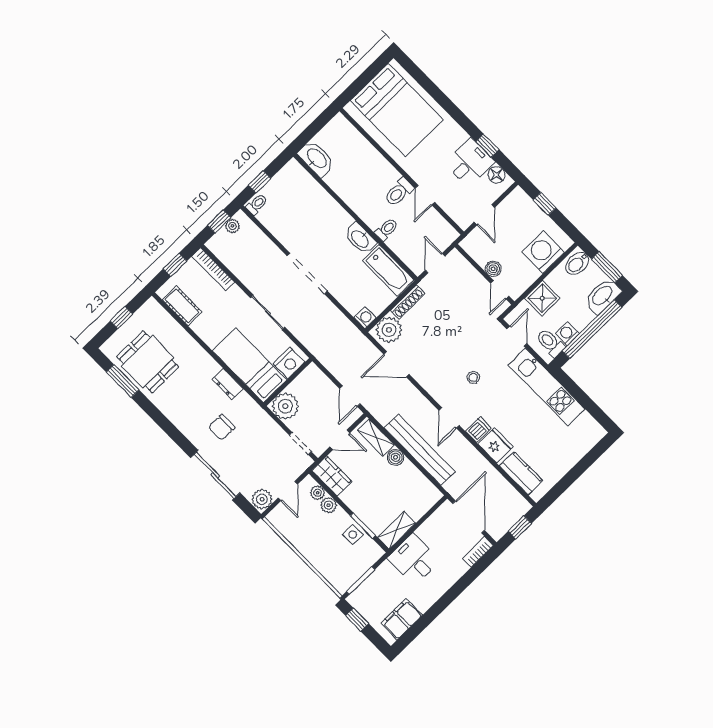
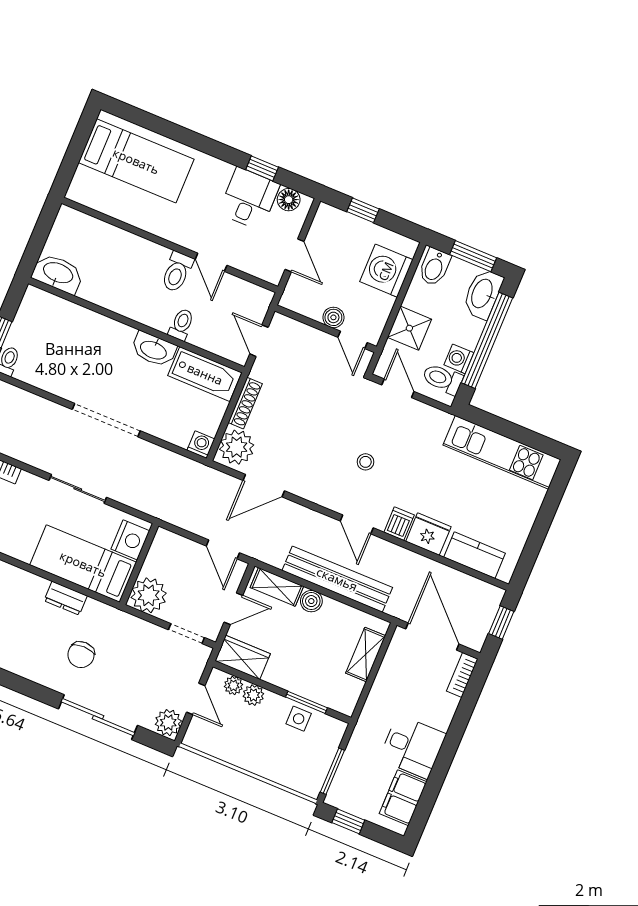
bed: (397, 110) -> (136, 161), width x0.67
kitchen unit: (547, 387) -> (502, 452), moved
shelving: (397, 530) -> (366, 654), moved
desk: (414, 559) -> (412, 747), moved, turned 180

